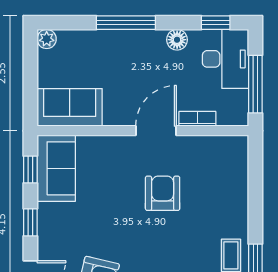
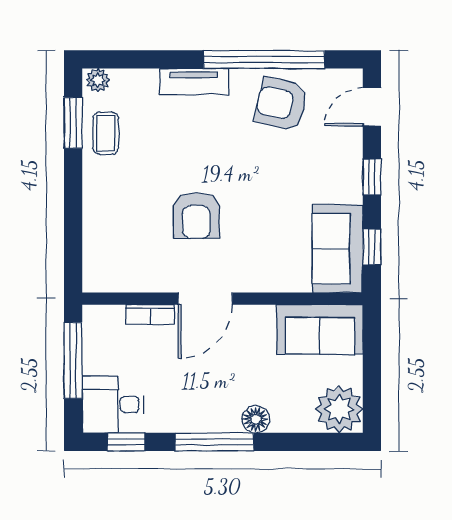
window: (126, 23) -> (214, 442), moved
plant: (47, 39) -> (339, 409), width x1.88, depth x1.88
floor lamp: (177, 40) -> (256, 419), moved
desk: (226, 59) -> (113, 404), width x0.73

